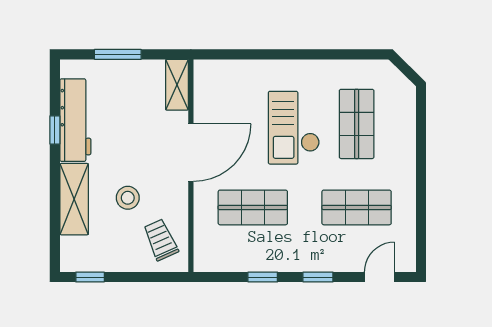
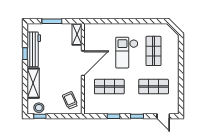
stool: (128, 198) -> (39, 108), moved
door: (379, 277) -> (163, 116), swing flipped

